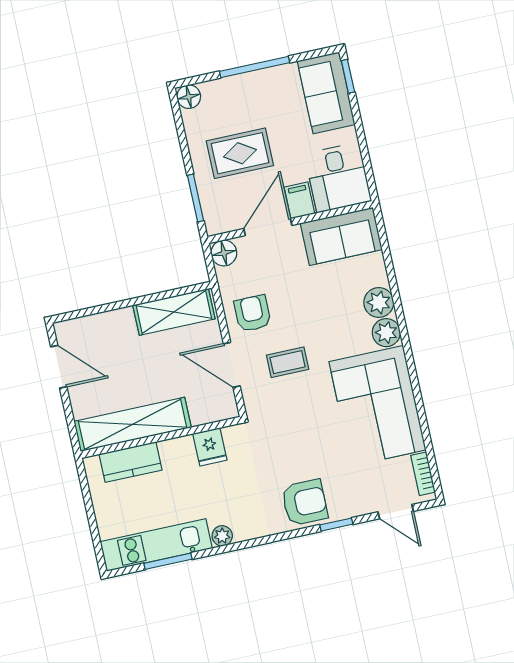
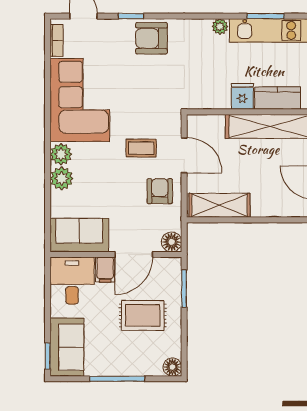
armchair: (252, 313) -> (160, 191), turned 180
fridge: (210, 447) -> (242, 96), moved

